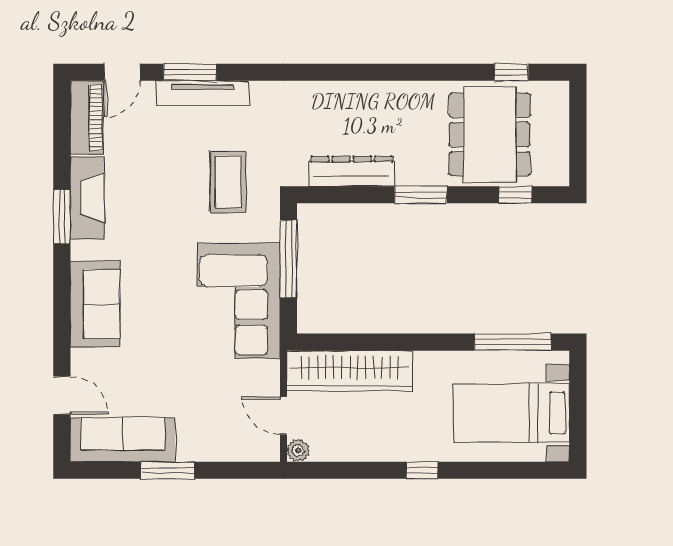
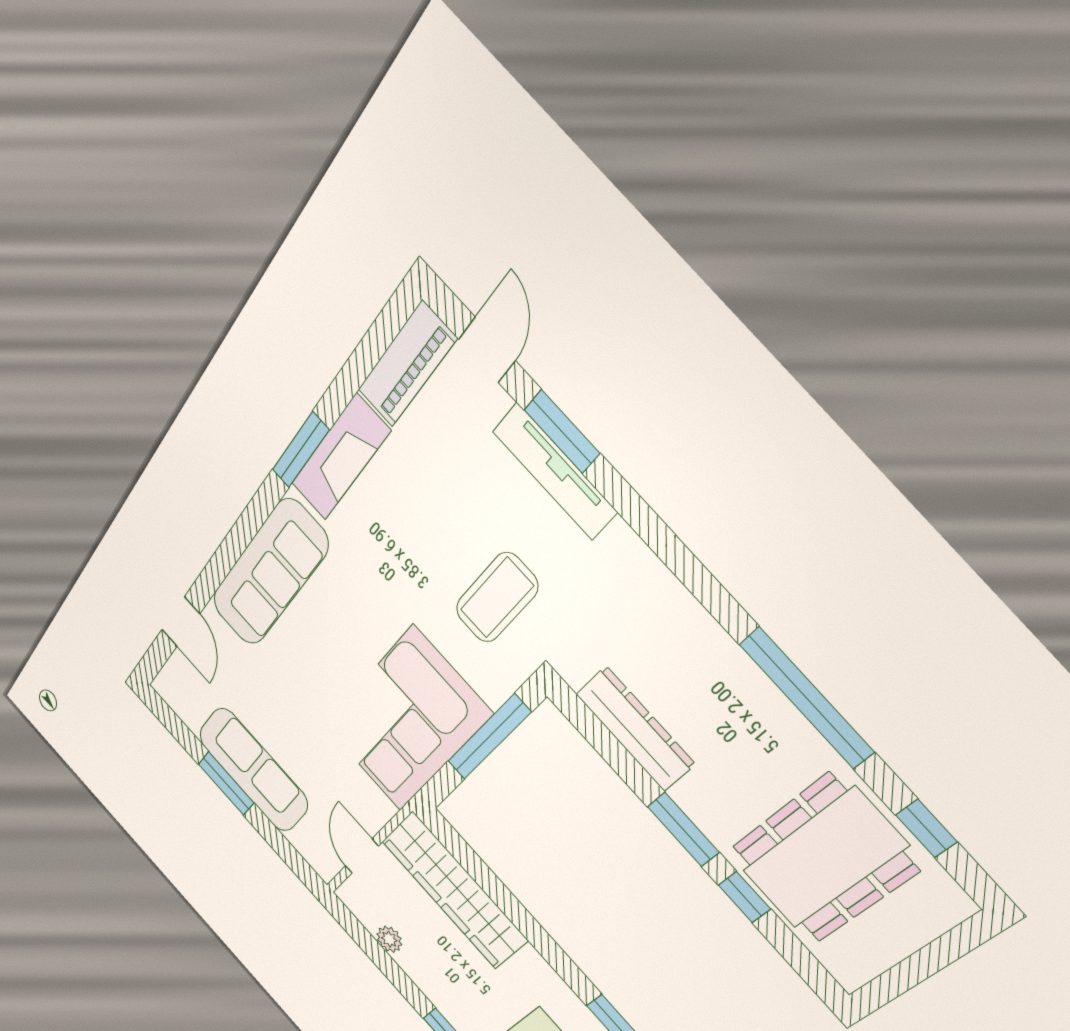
door: (122, 72) -> (487, 350), swing flipped
window: (407, 72) -> (806, 698), added
window: (515, 195) -> (744, 897), moved
sofa: (95, 304) -> (270, 573), width x1.36
sofa: (123, 440) -> (253, 770), moved
plant: (298, 450) -> (389, 939), moved

